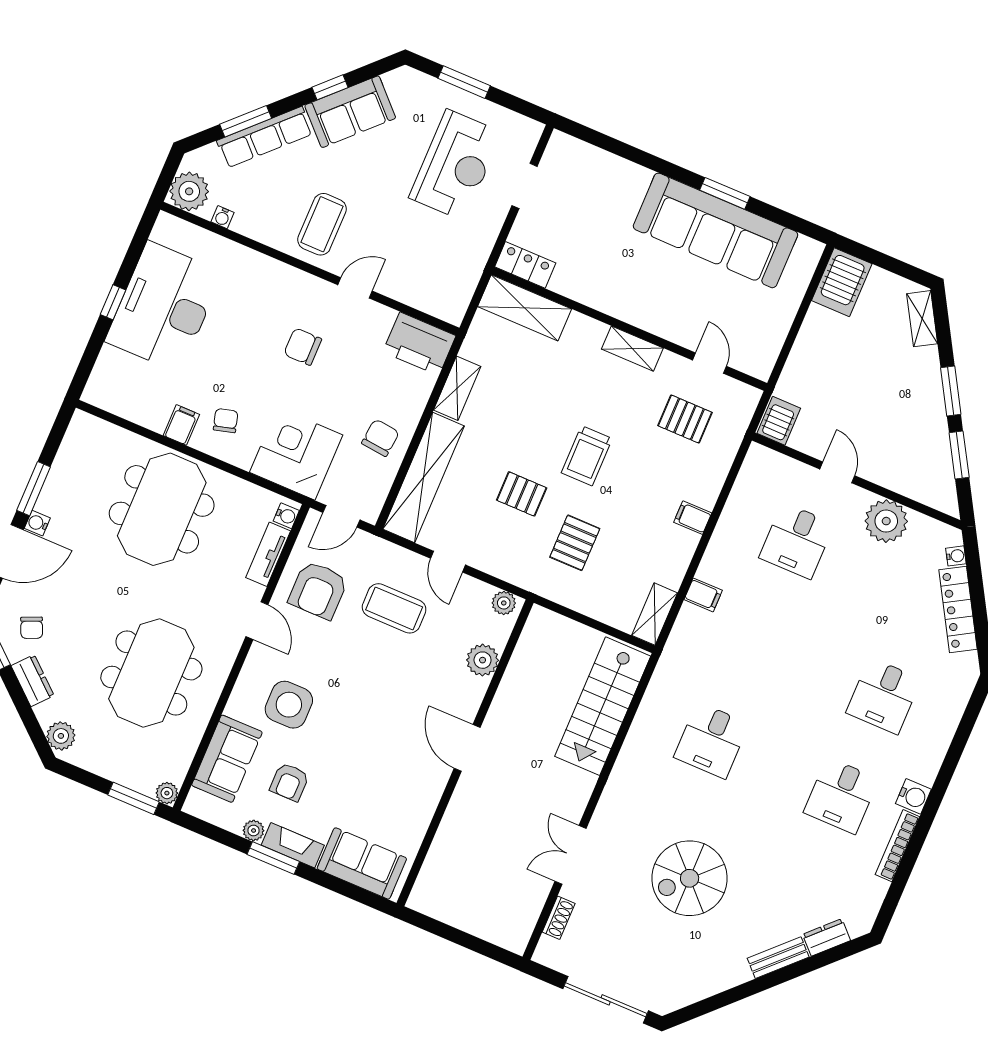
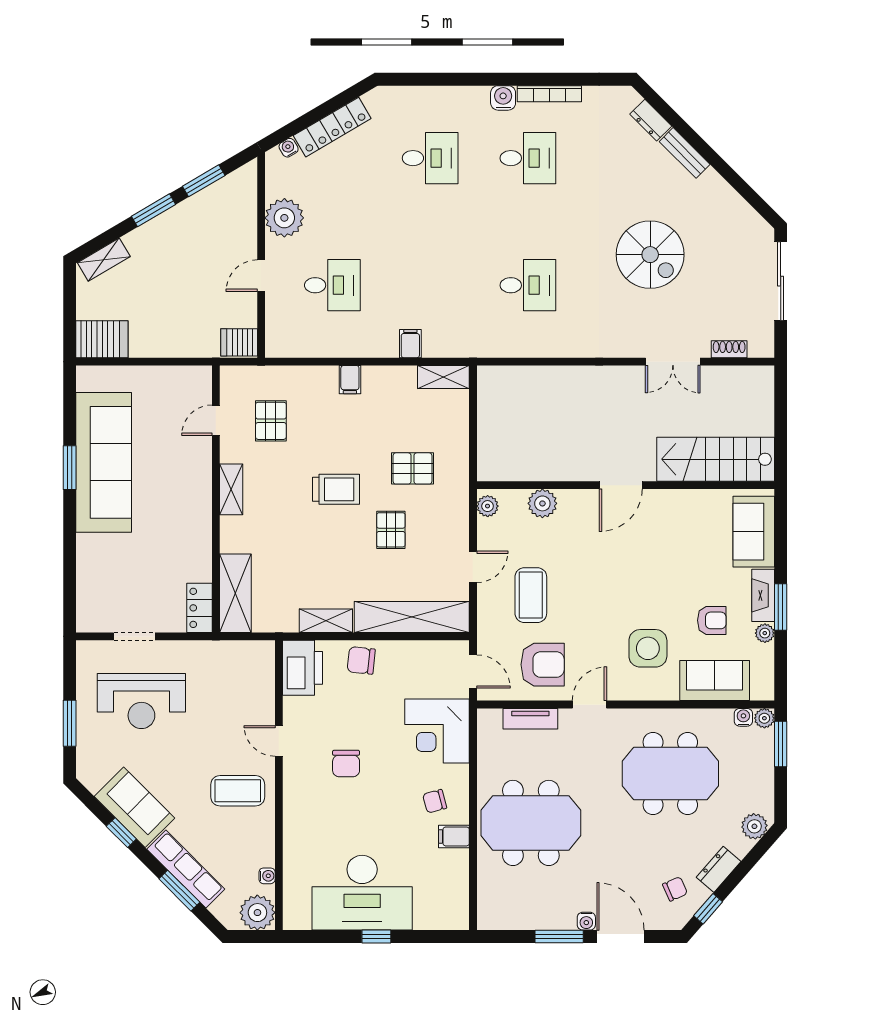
reception desk: (455, 165) -> (141, 701), turned 180
chair: (380, 438) -> (361, 660), moved
water cooler: (286, 516) -> (743, 717), moved
stairs: (603, 706) -> (716, 459), moved, turned 180

